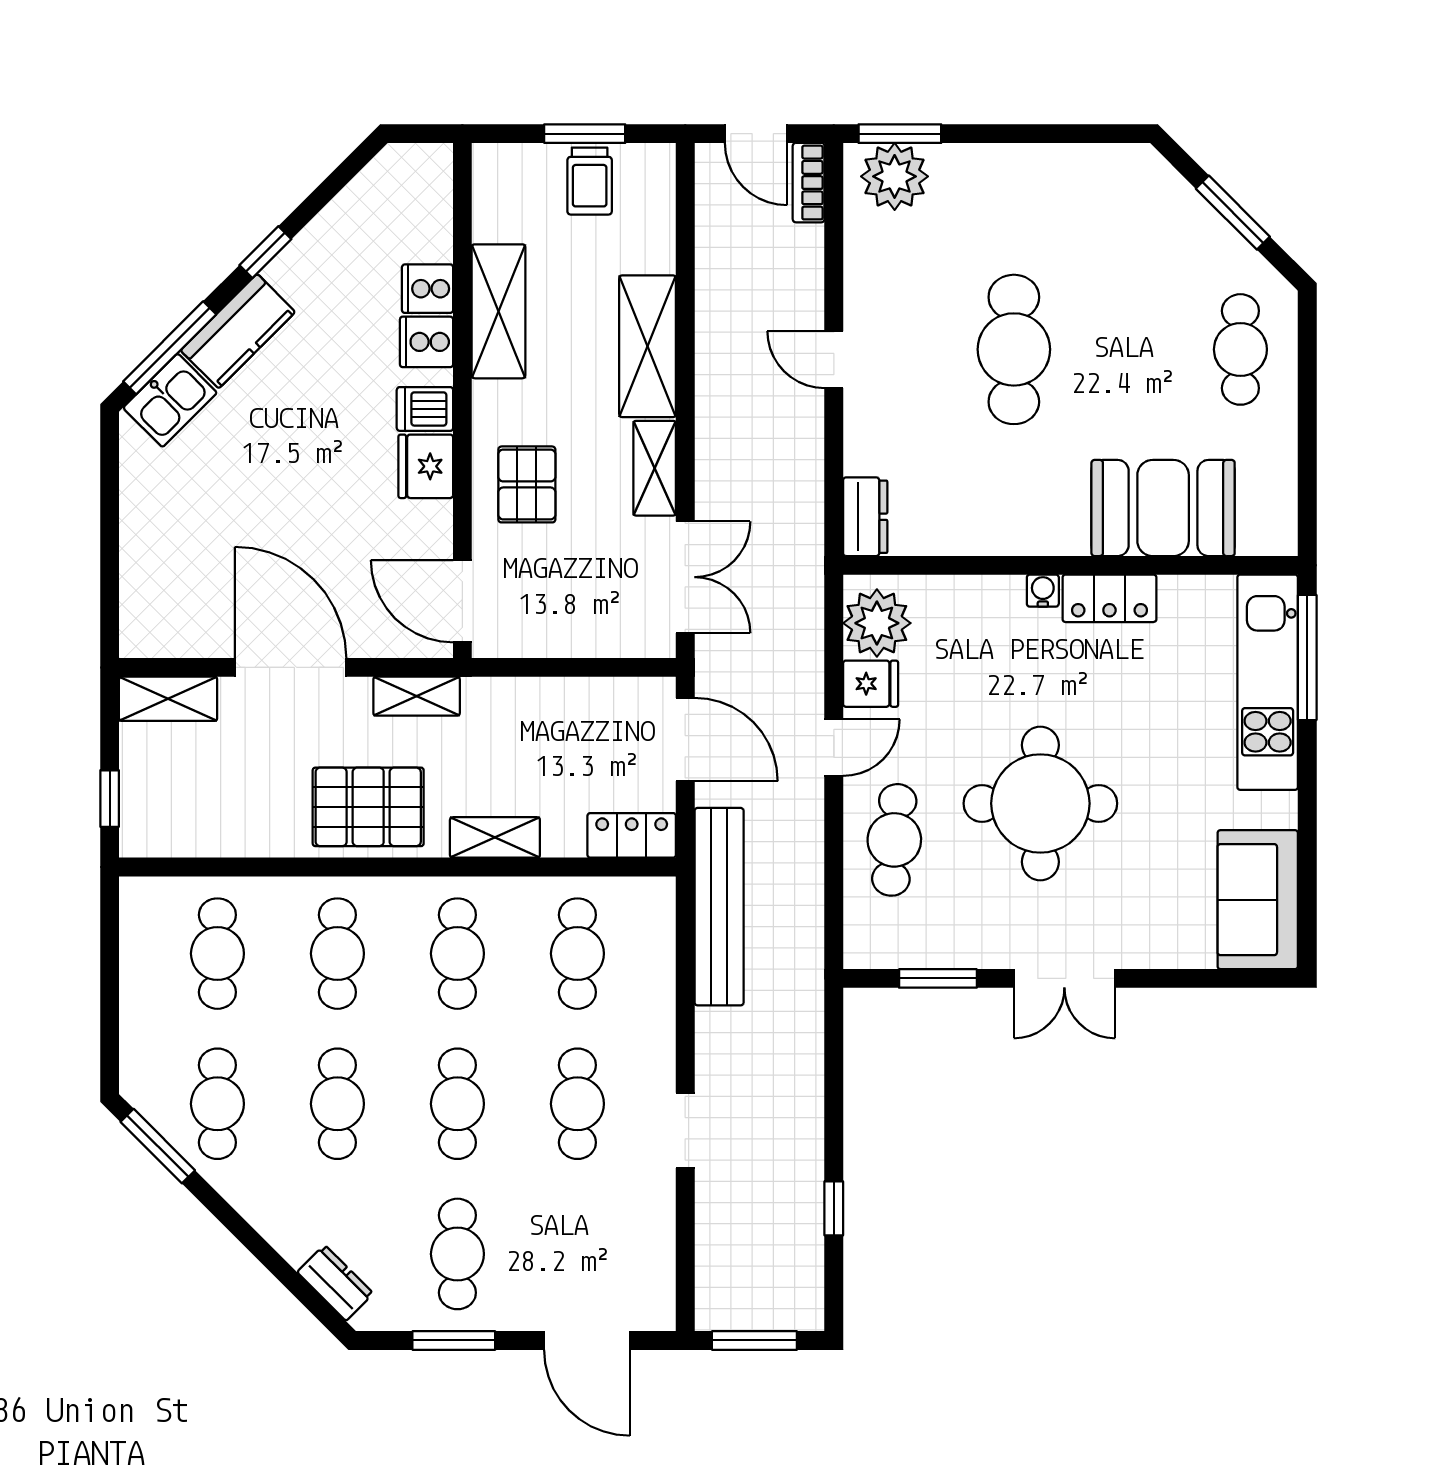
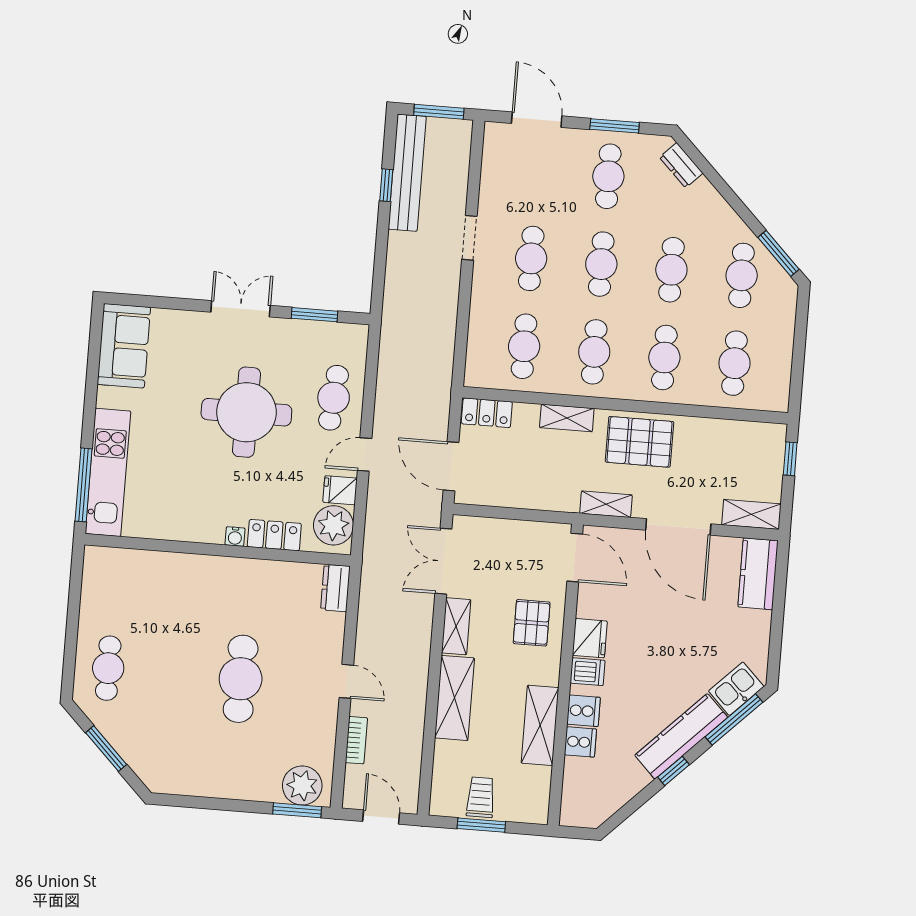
bookcase: (809, 183) -> (356, 740), moved
kitchen counter: (238, 331) -> (681, 736), width x1.50
booth: (1163, 508) -> (161, 579), removed
locker: (1109, 598) -> (274, 535), moved
kitchen counter: (149, 599) -> (758, 574), added
bench: (719, 907) -> (407, 173), moved

